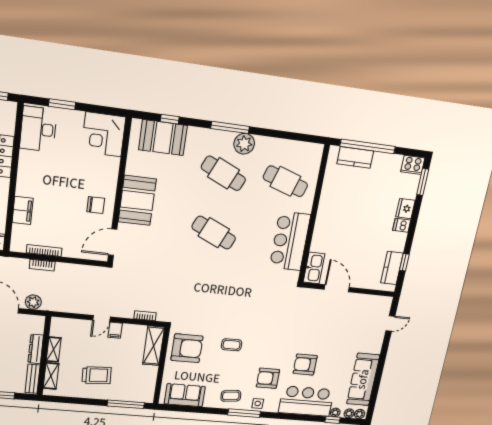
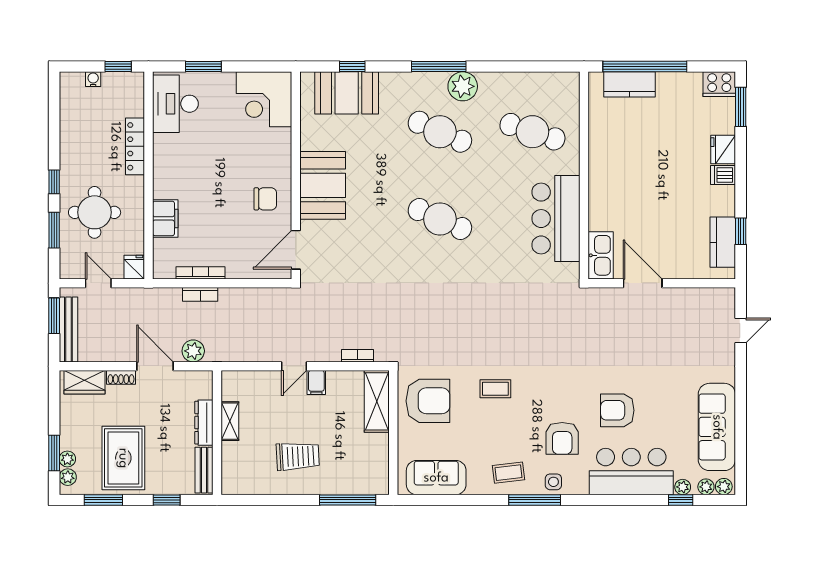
shelving: (51, 376) -> (231, 463), removed
armchair: (268, 378) -> (562, 438), turned -90

